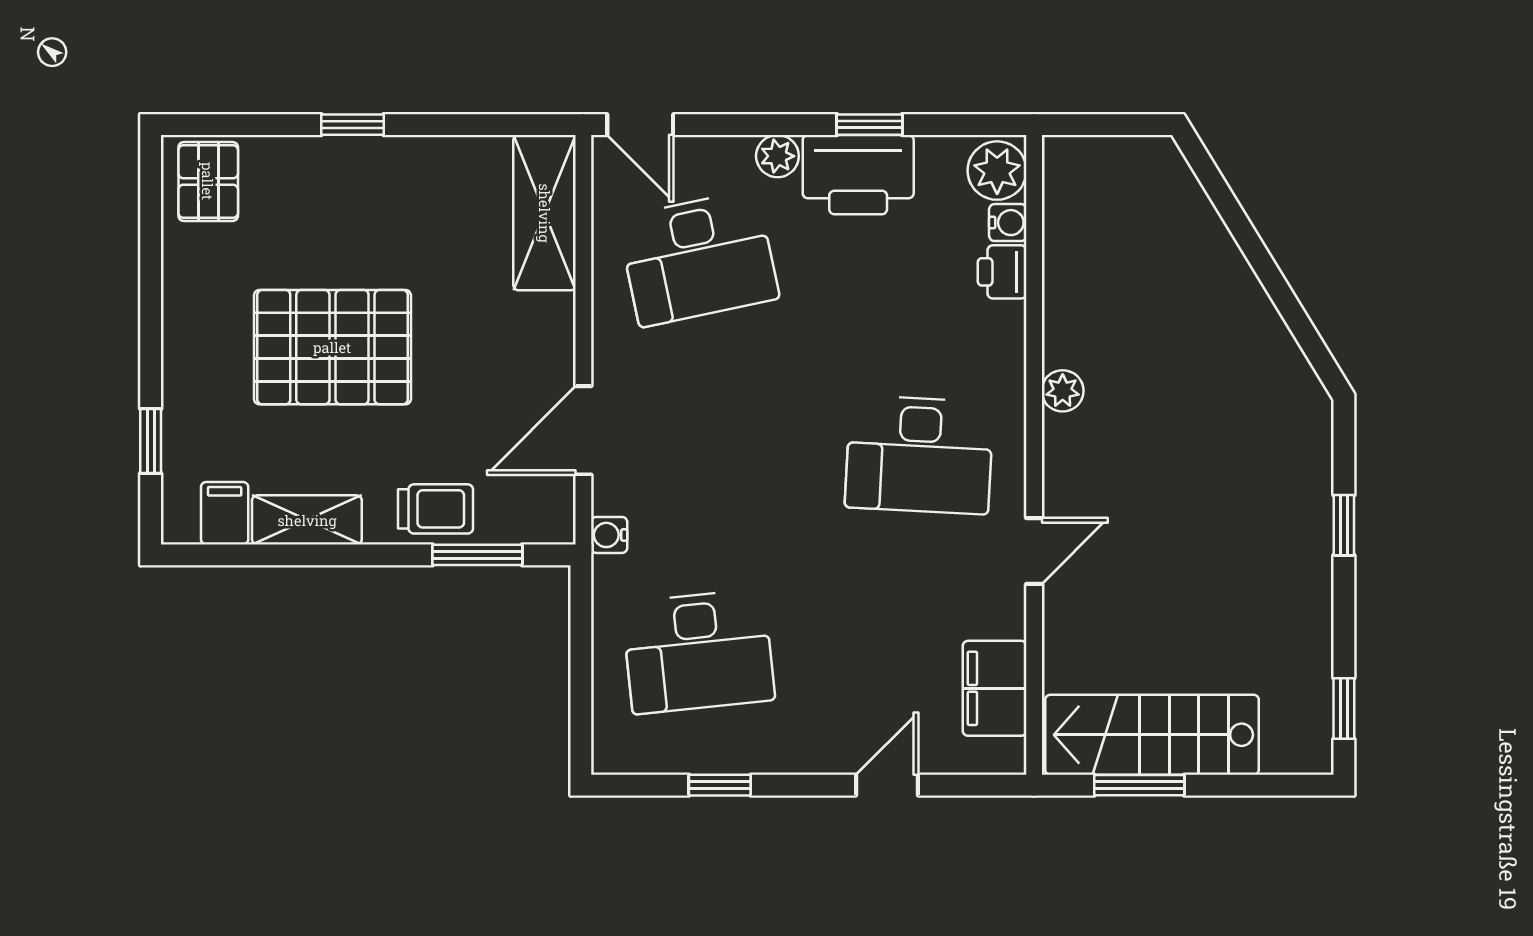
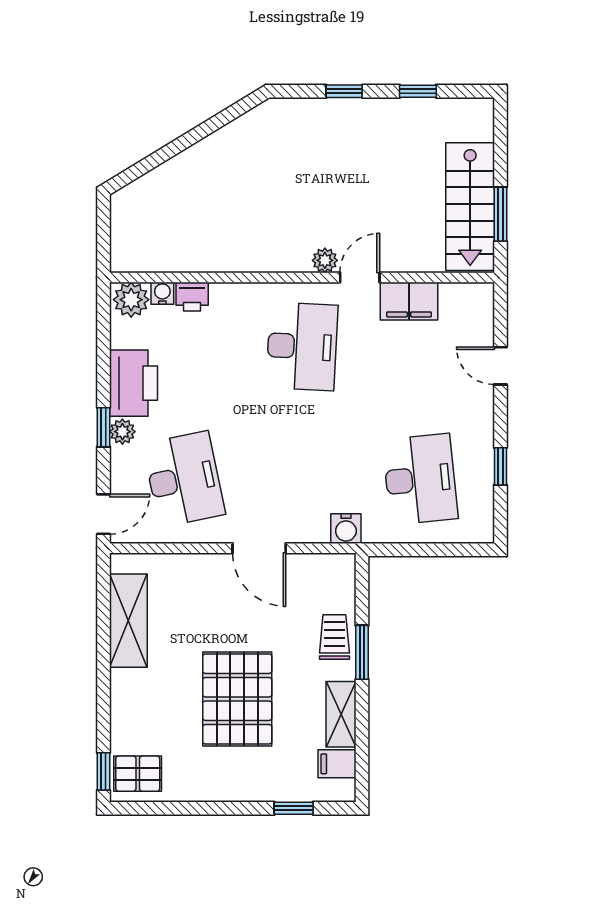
window: (352, 125) -> (104, 771), moved
window: (870, 125) -> (104, 427), moved
shelving: (545, 213) -> (128, 621), moved, turned 90
plant: (1063, 391) -> (325, 260), moved
door: (583, 430) -> (259, 548), moved
water cooler: (609, 535) -> (346, 529), width x1.38, depth x1.38
door: (1034, 551) -> (360, 277), hinge flipped
window: (477, 555) -> (362, 652), moved
filing cabinet: (995, 688) -> (409, 301), moved
window: (1344, 708) -> (418, 91), moved

